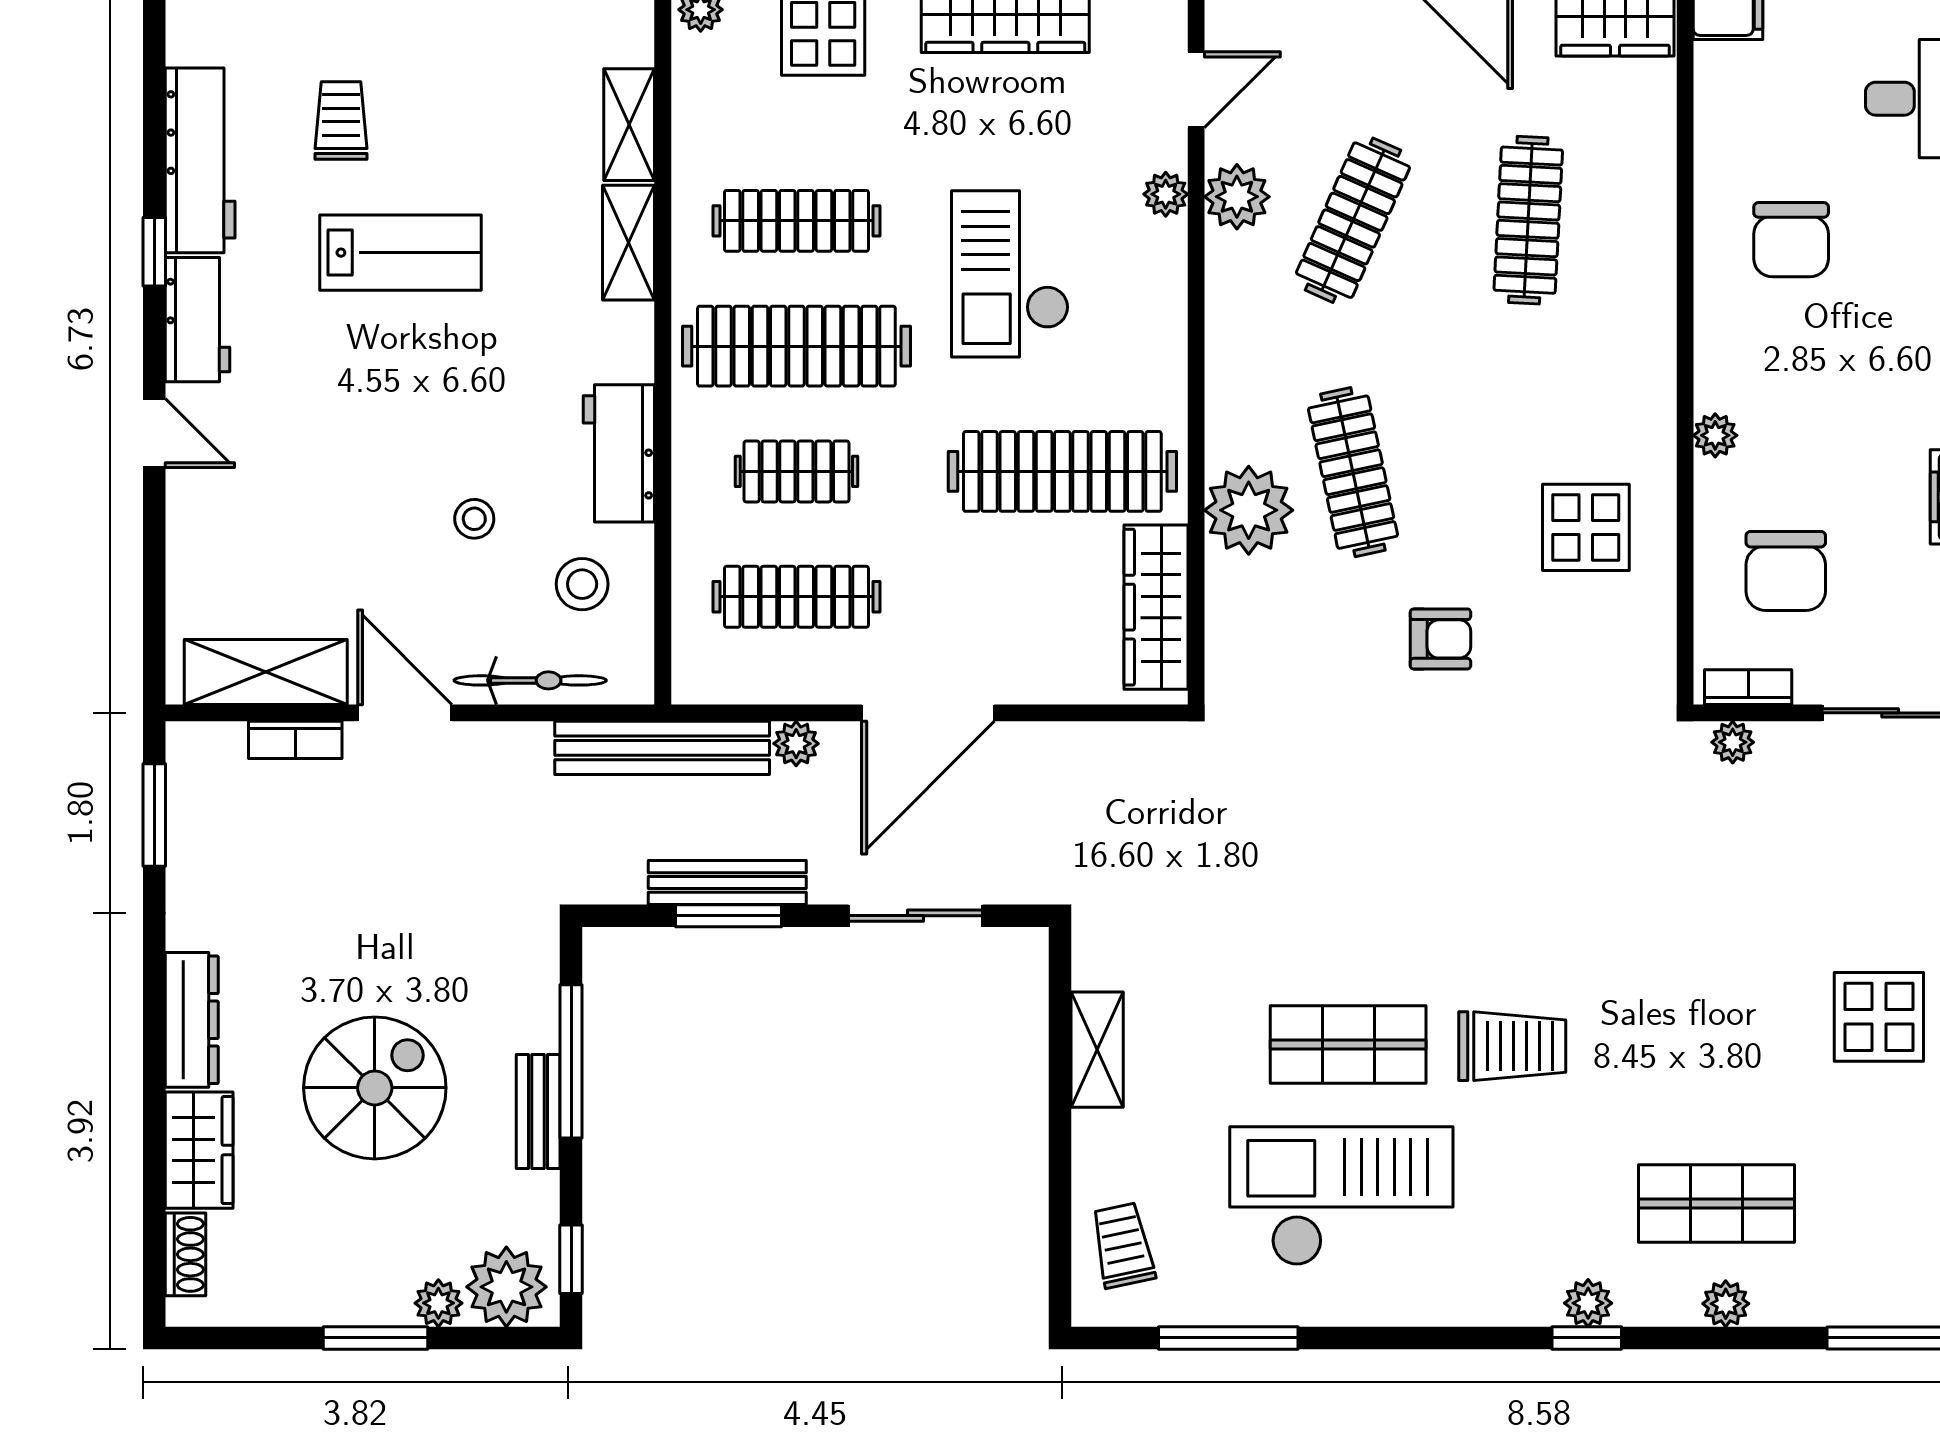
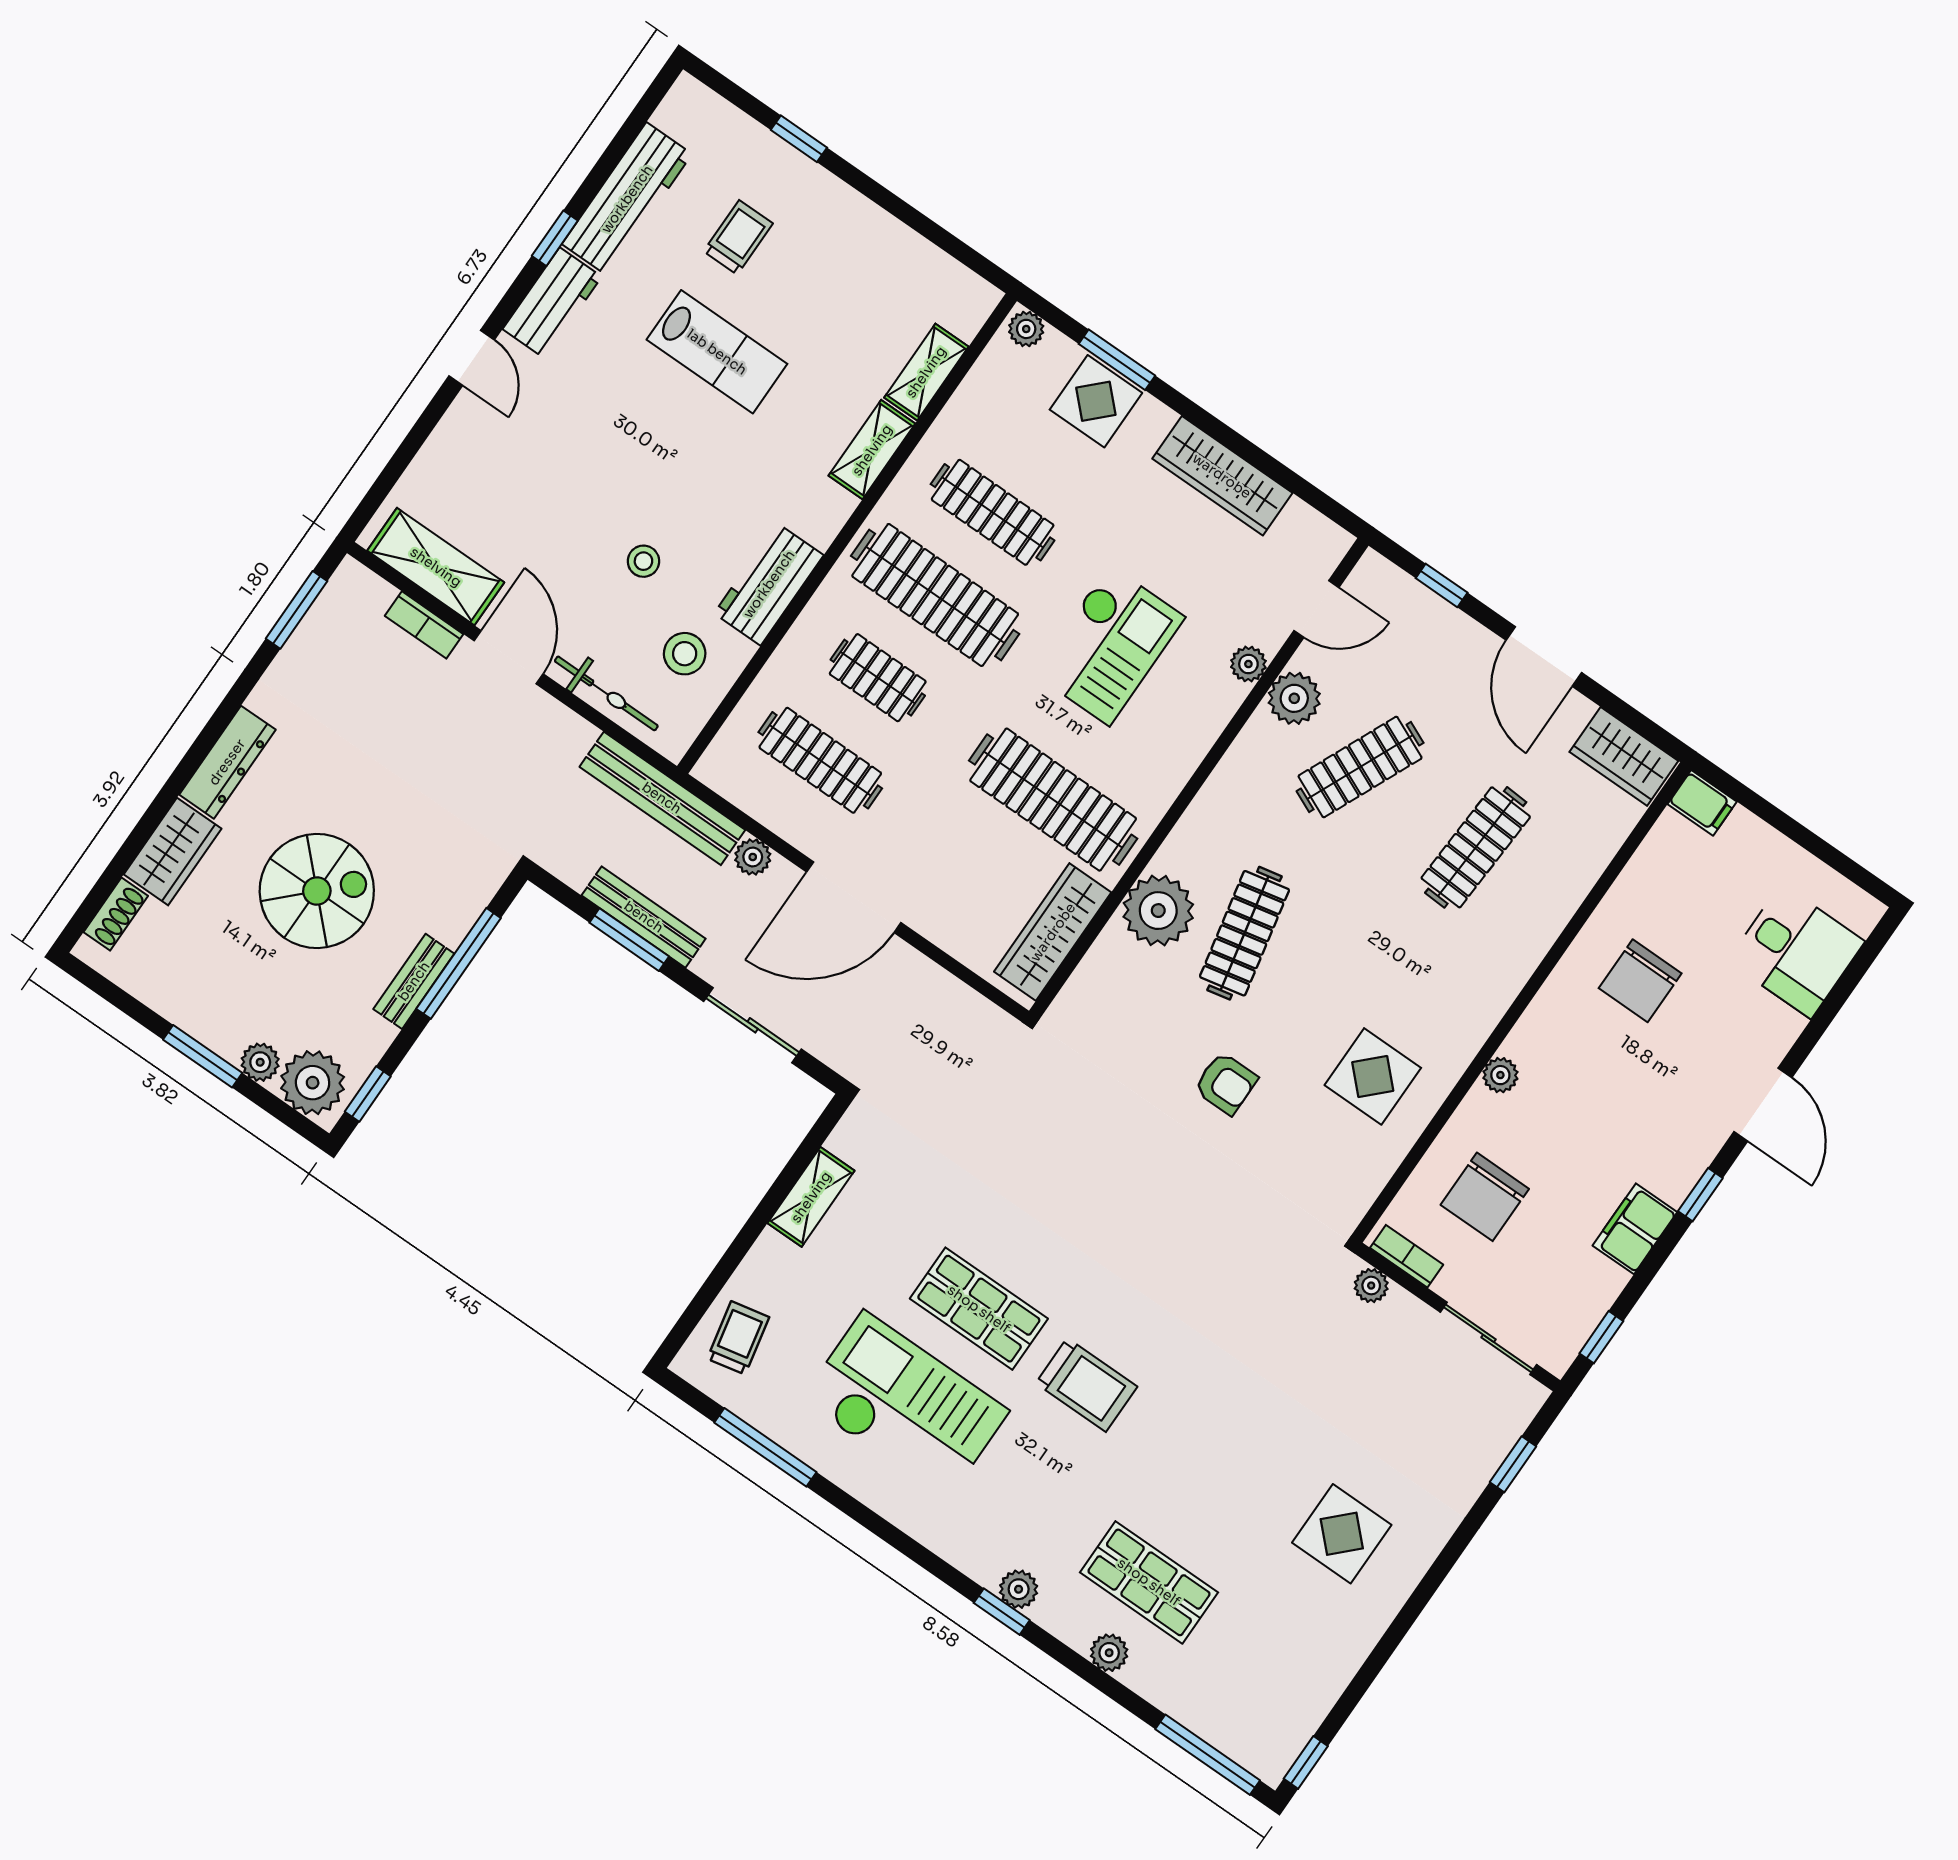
checkout: (1010, 274) -> (1109, 645), turned 180

